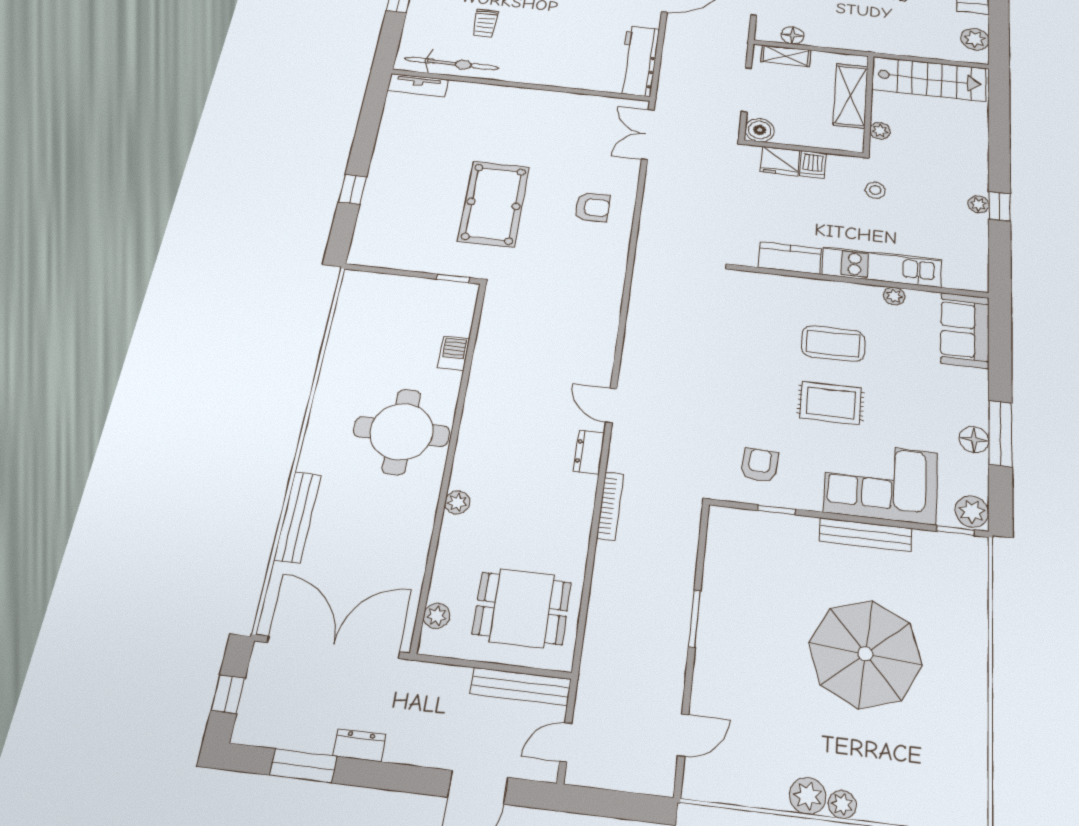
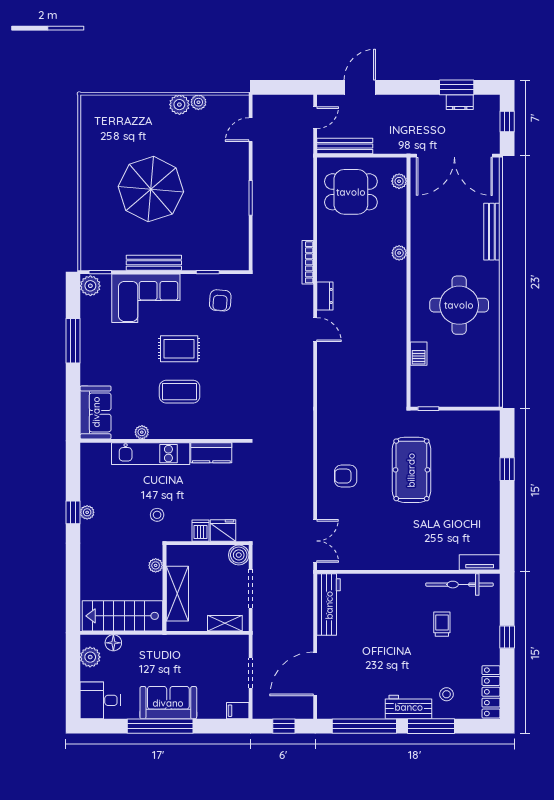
floor lamp: (792, 35) -> (113, 643), moved
round table: (402, 432) -> (459, 305), moved
floor lamp: (974, 440) -> (89, 335), removed
dresser: (359, 745) -> (460, 102), moved
plant: (842, 804) -> (198, 102), moved

